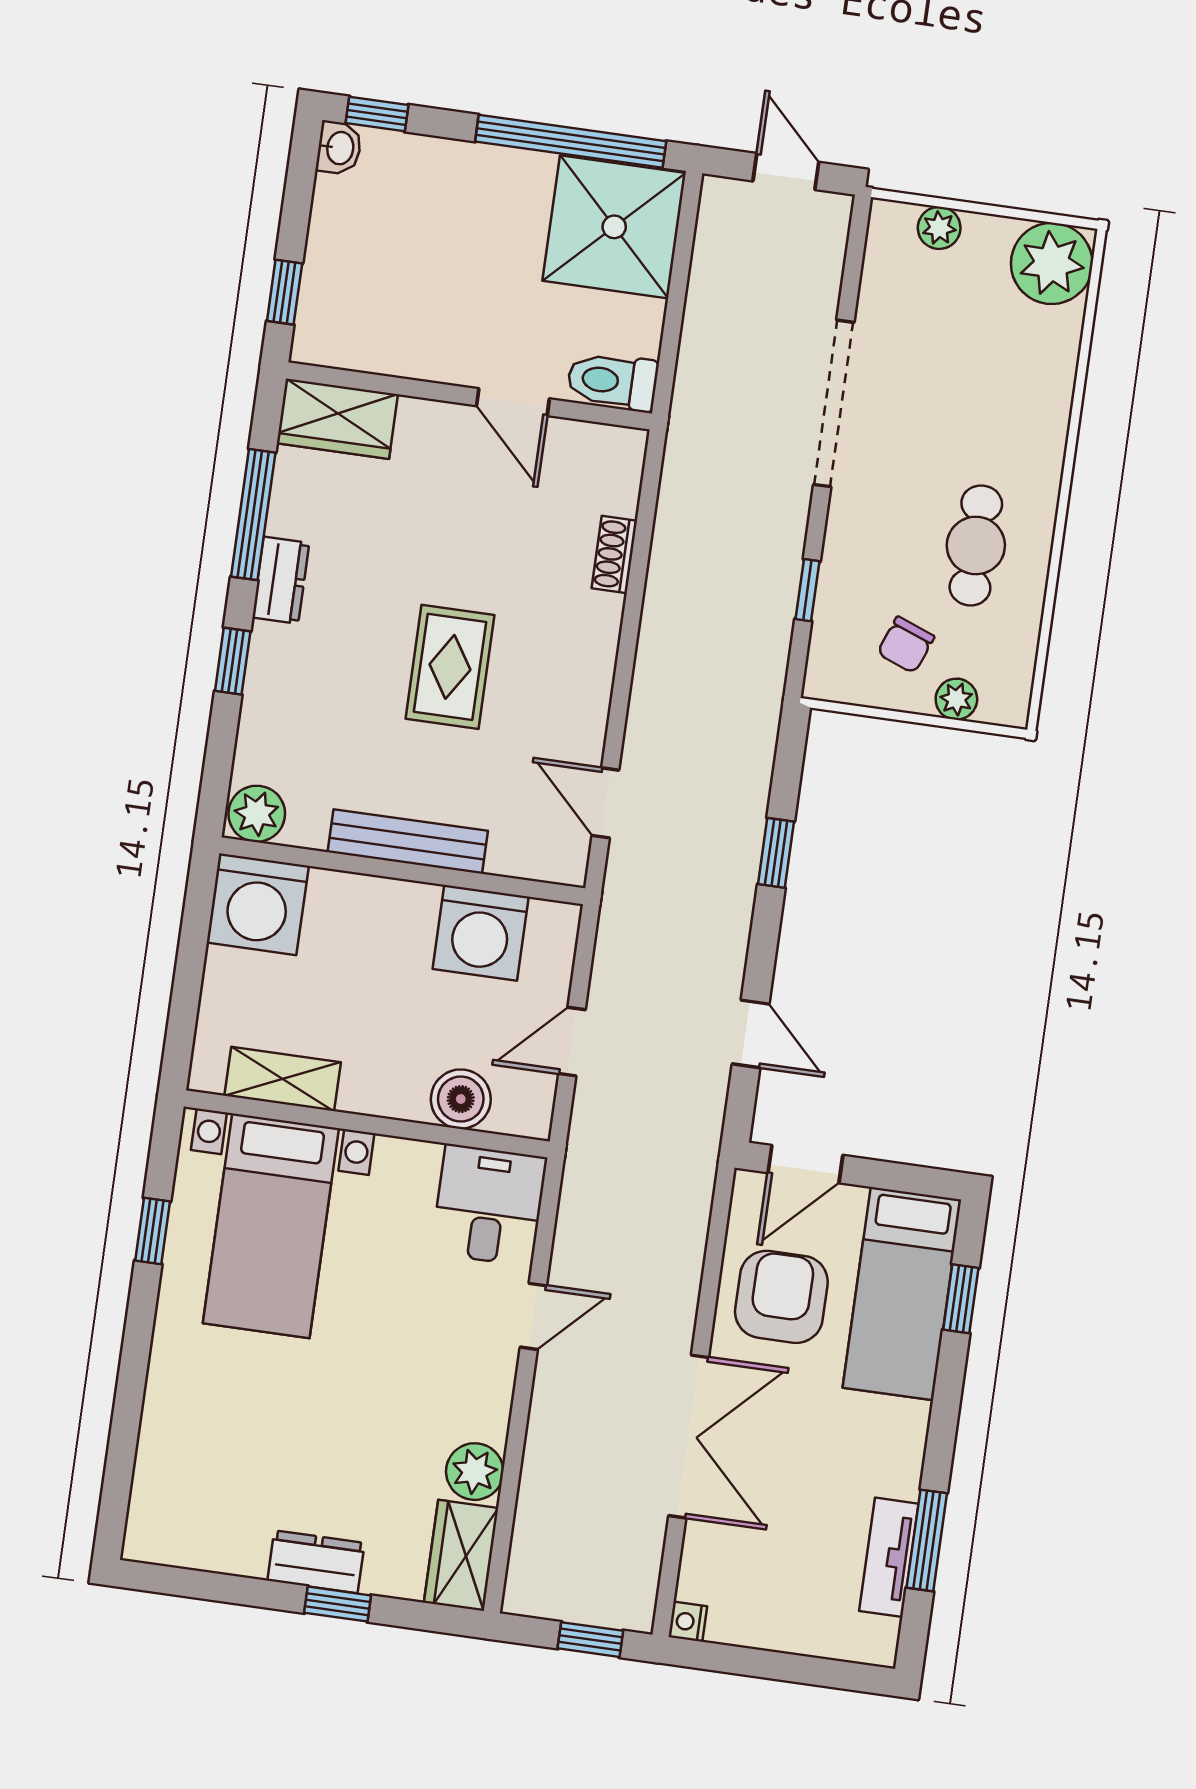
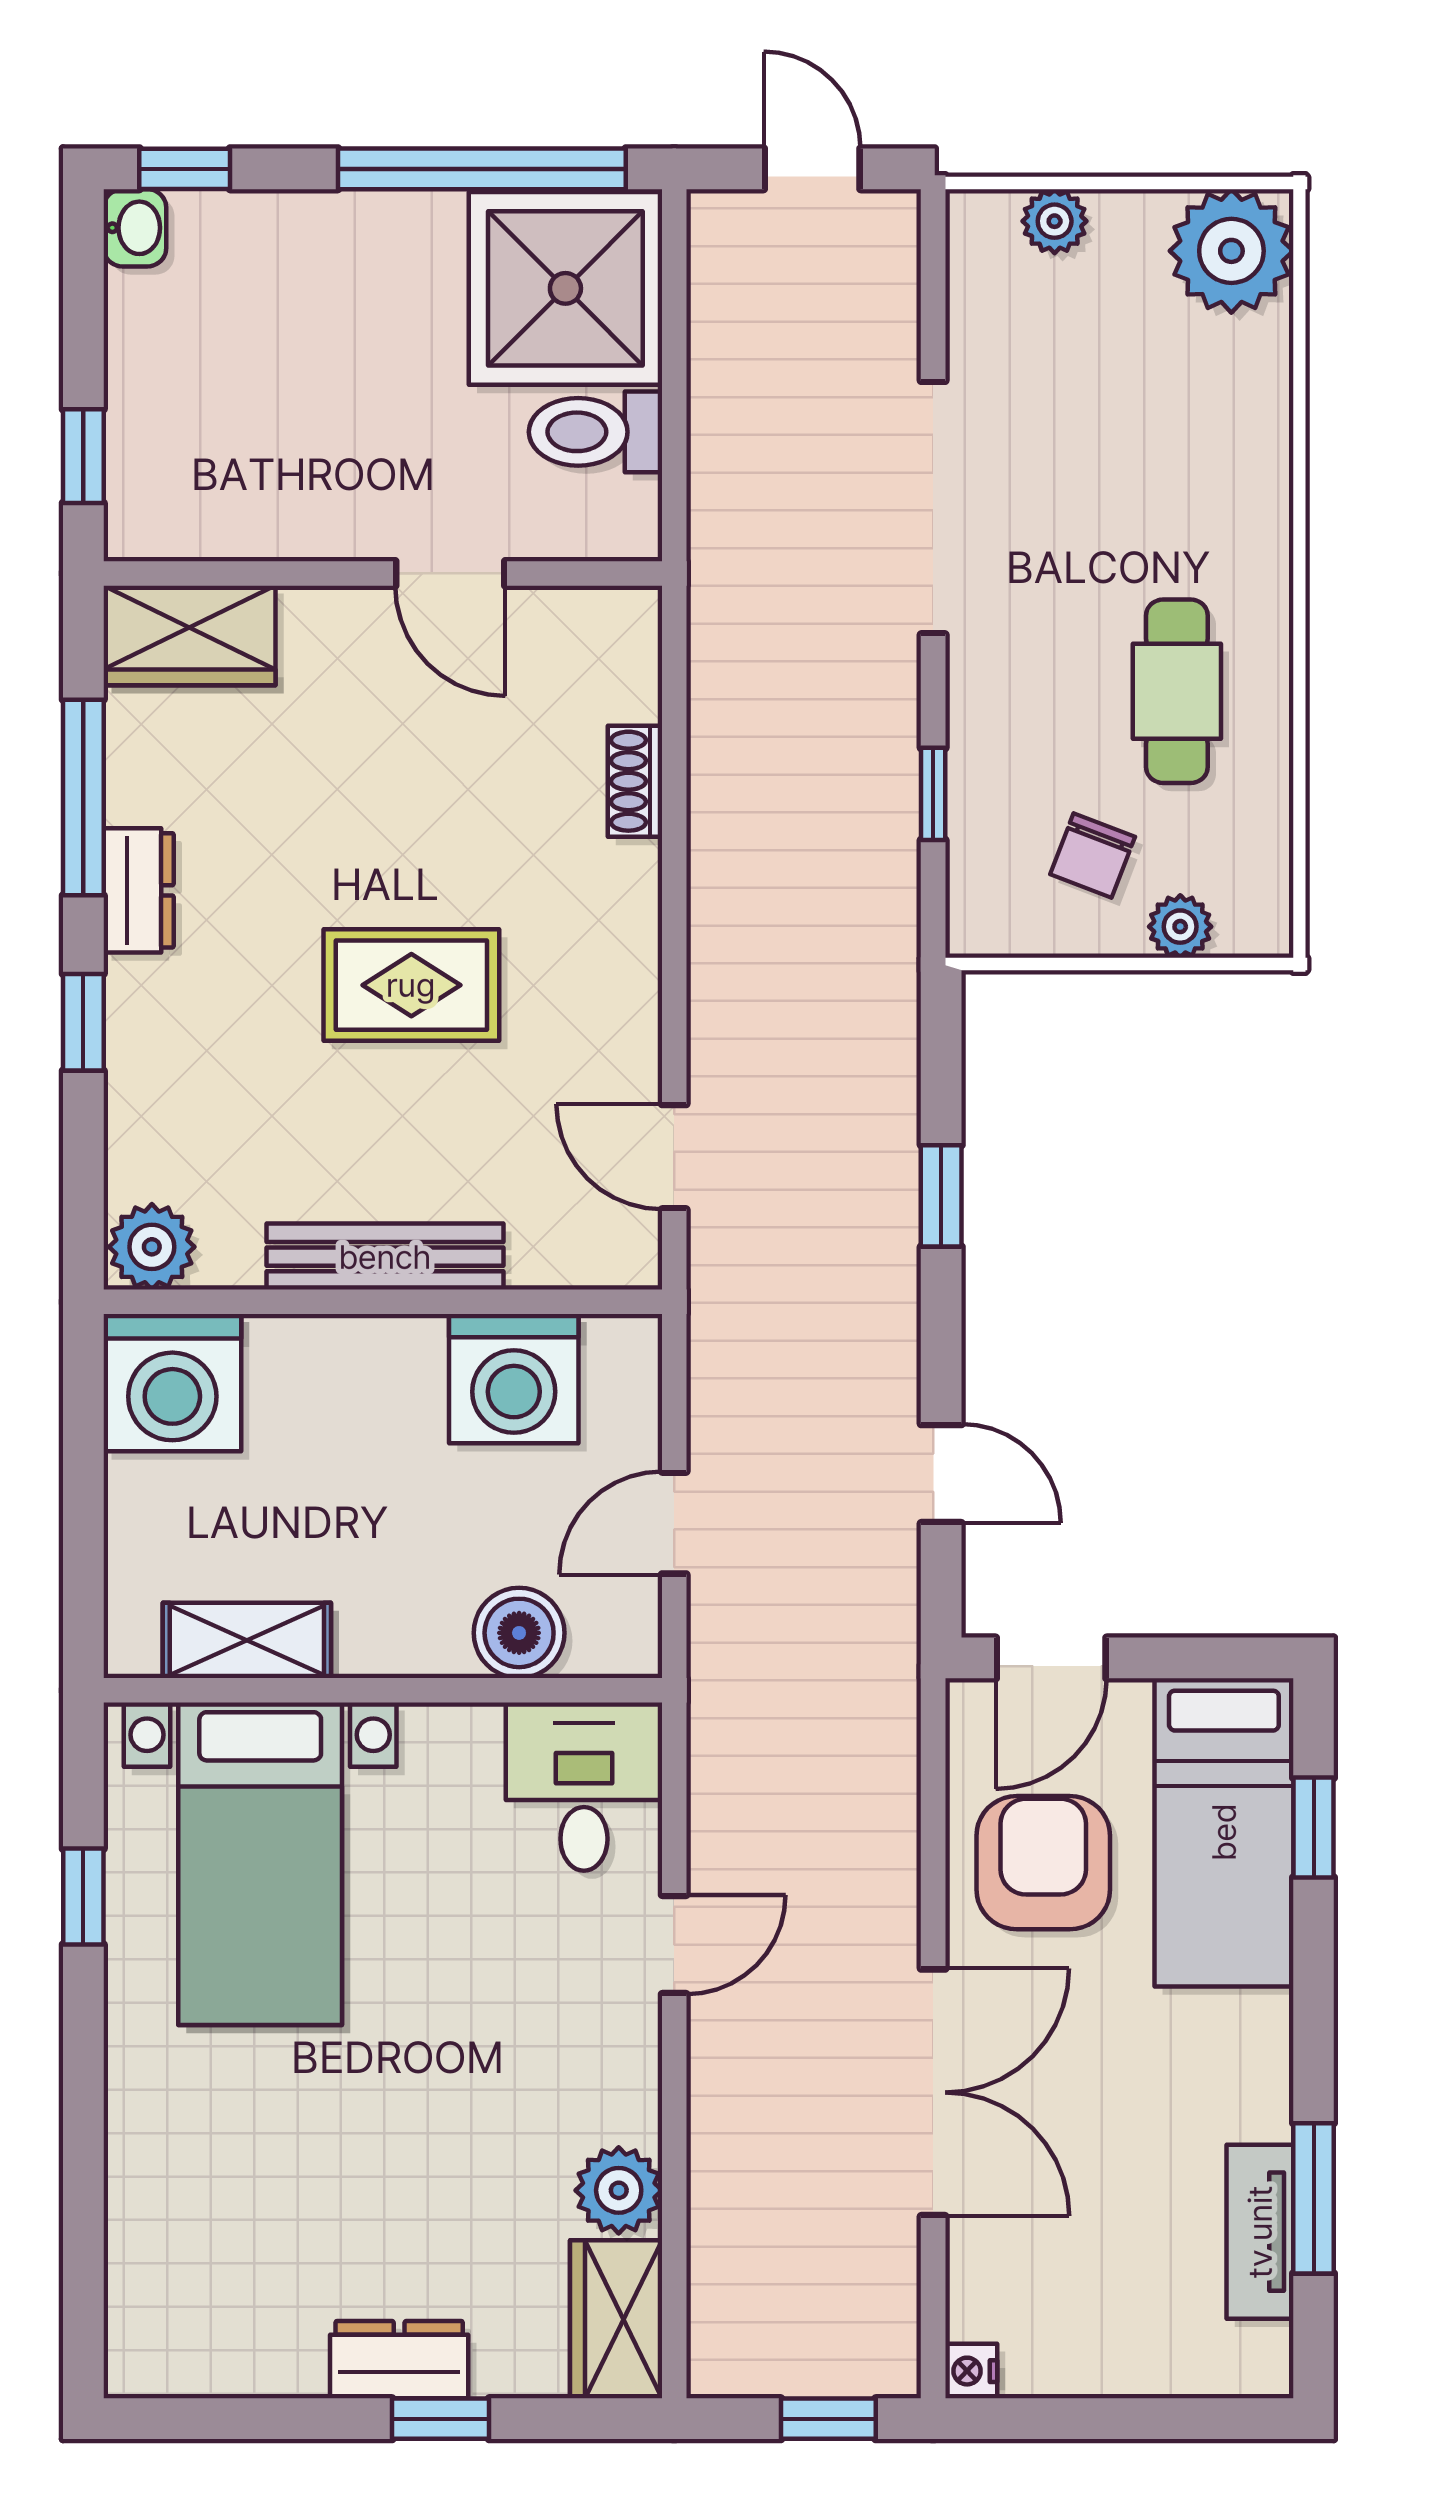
toilet: (612, 381) -> (595, 432), moved
rug: (450, 667) -> (411, 985), turned 90

